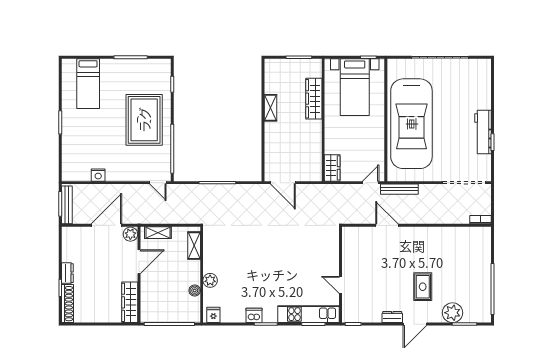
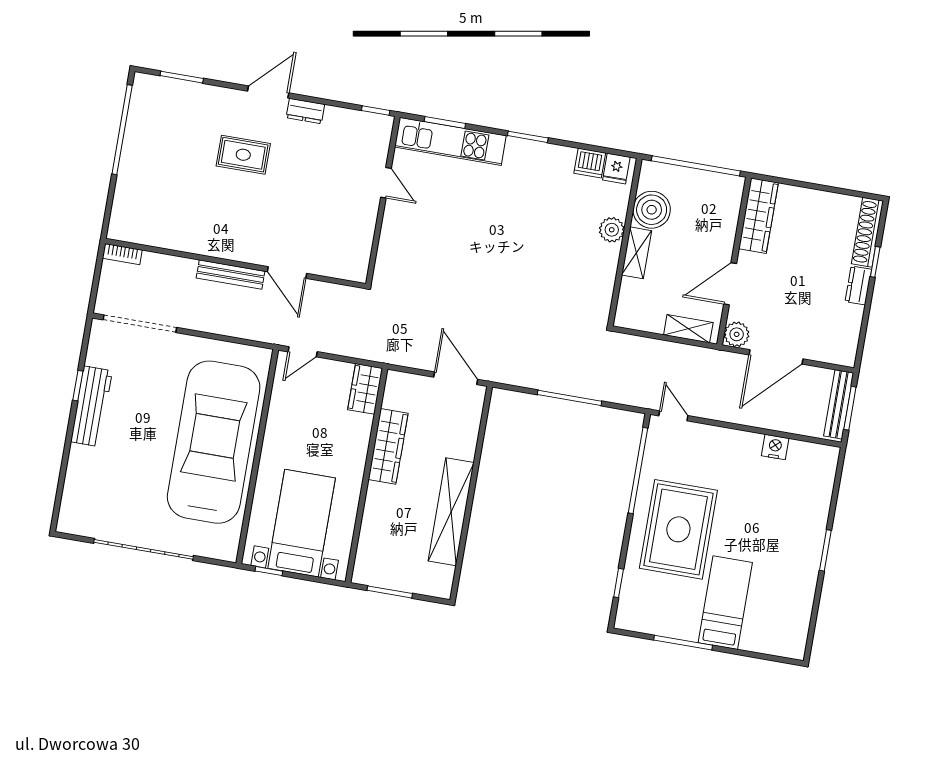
bed: (88, 84) -> (725, 603), moved
wardrobe: (314, 99) -> (388, 446), moved
shelving: (270, 108) -> (451, 512), width x2.20, depth x1.33
bench: (399, 189) -> (231, 275), moved
shelving: (194, 246) -> (637, 253), moved
rug: (423, 287) -> (243, 155), turned 90
boiler: (195, 290) -> (652, 210), width x1.86, depth x1.86
plant: (452, 313) -> (199, 100), removed
dishwasher: (254, 315) -> (590, 163), moved

